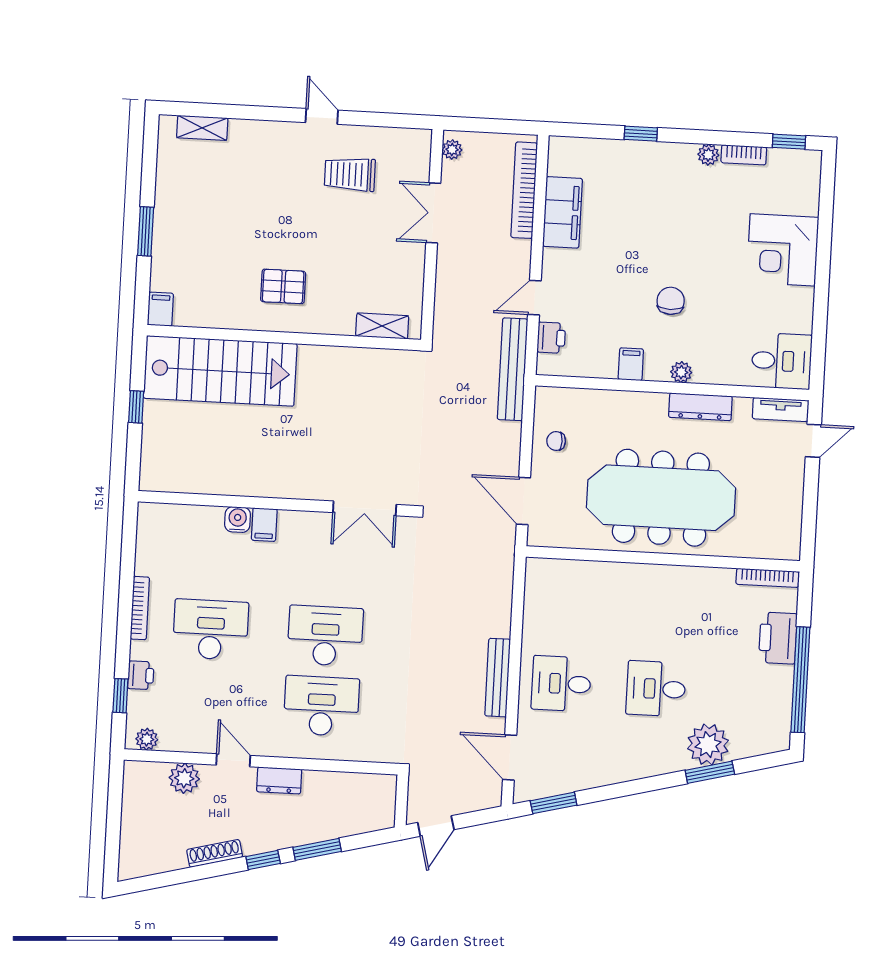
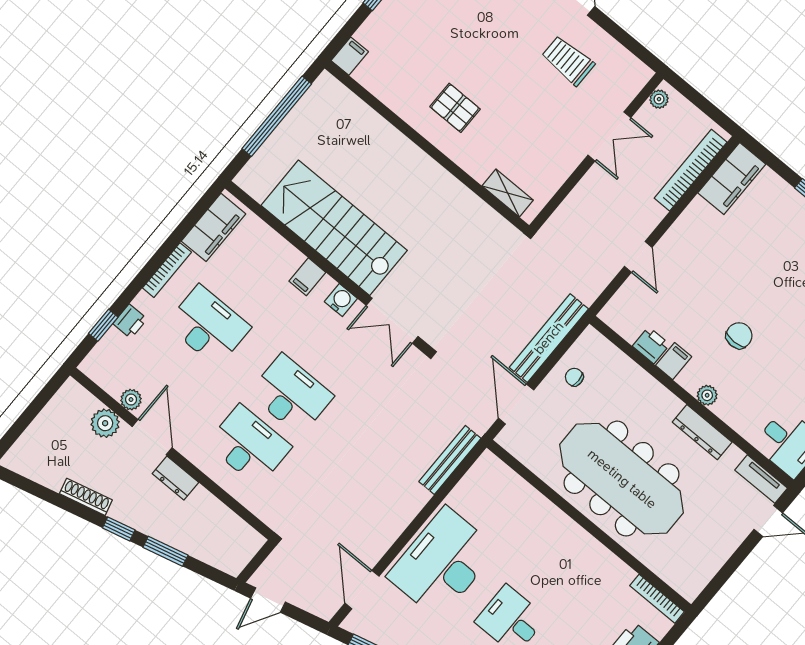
filing cabinet: (562, 212) -> (732, 179), moved
double door: (433, 213) -> (609, 136), swing flipped
door: (534, 298) -> (638, 257), swing flipped
printer: (551, 338) -> (651, 345), moved, turned -90
bench: (513, 369) -> (549, 338), moved
stairs: (220, 371) -> (334, 228), moved, turned 180
window: (136, 407) -> (277, 116), width x3.17
water cooler: (238, 519) -> (341, 300), moved
filing cabinet: (153, 542) -> (214, 227), added
bench: (498, 678) -> (450, 460), moved
desk: (561, 684) -> (442, 563), width x1.87, depth x1.30
plant: (147, 739) -> (131, 400), moved
door: (233, 760) -> (152, 437), width x1.38

